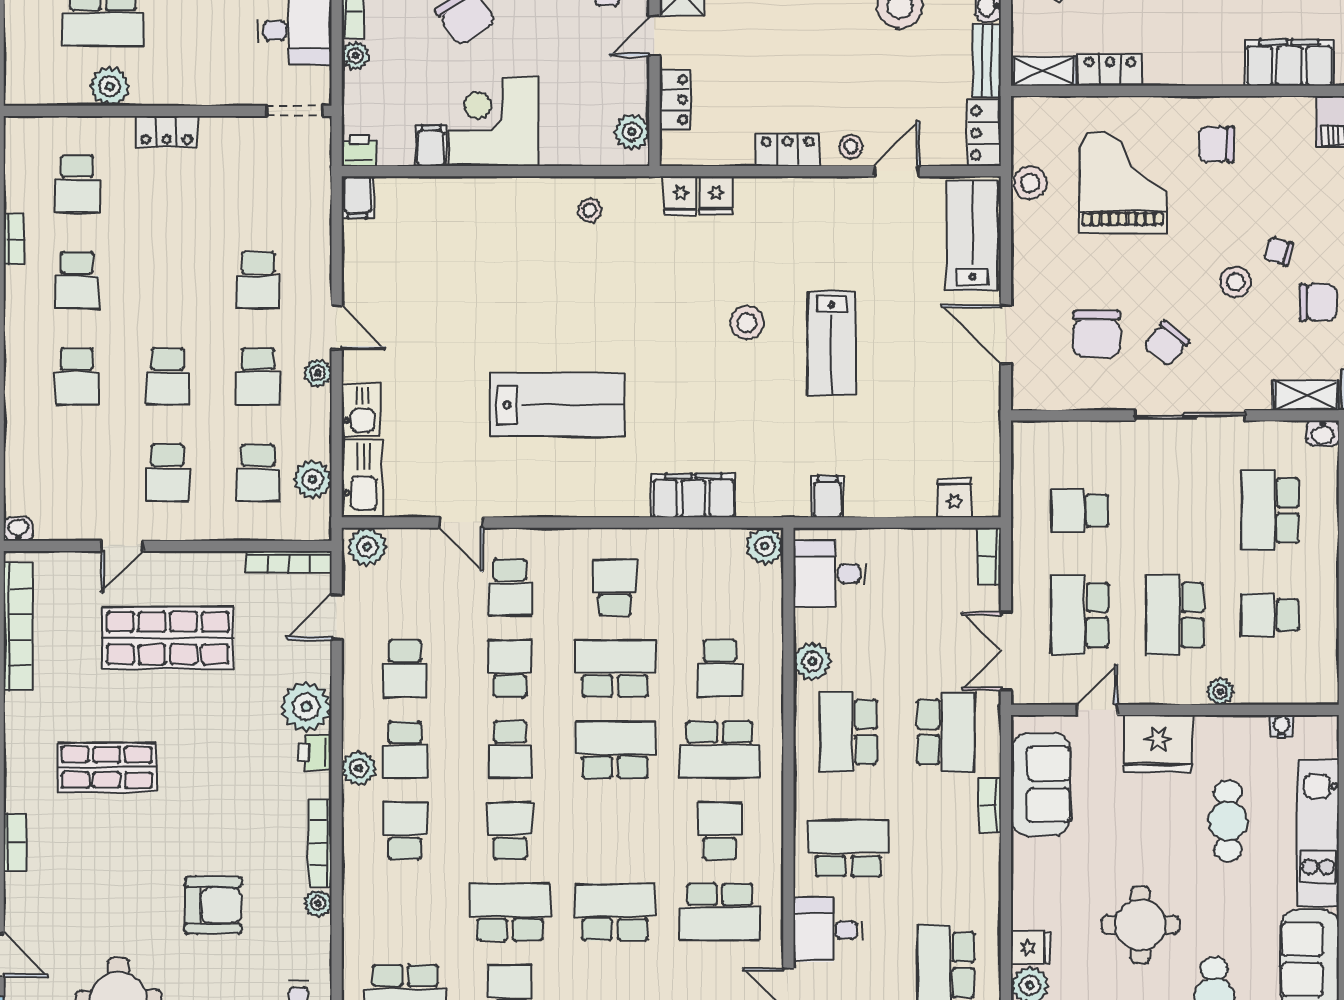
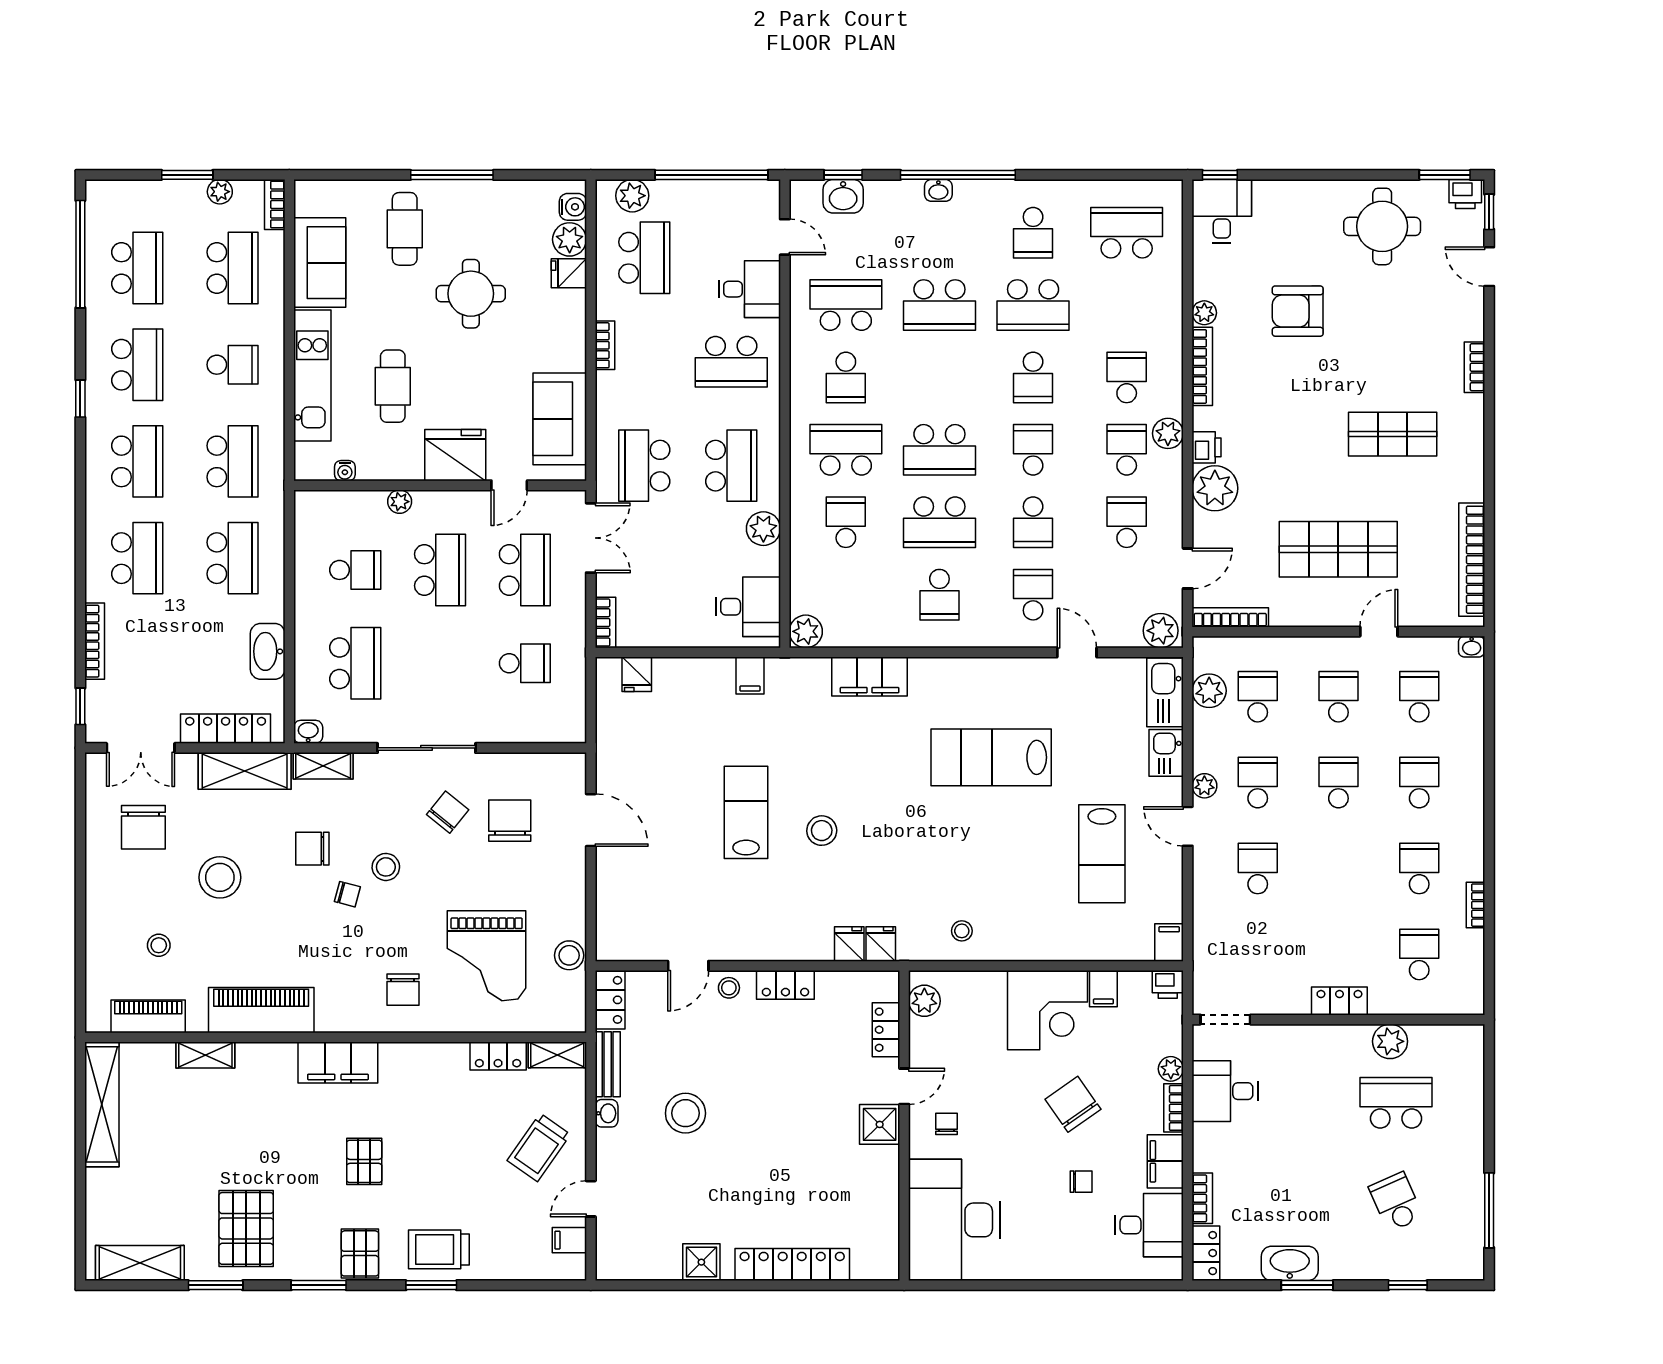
chair: (1217, 144) -> (403, 990), turned 90
lab bench: (972, 236) -> (1102, 854), moved
school desk: (77, 473) -> (1419, 697), added
bookcase: (990, 805) -> (605, 345), moved
school desk: (405, 831) -> (1127, 377), turned 180

